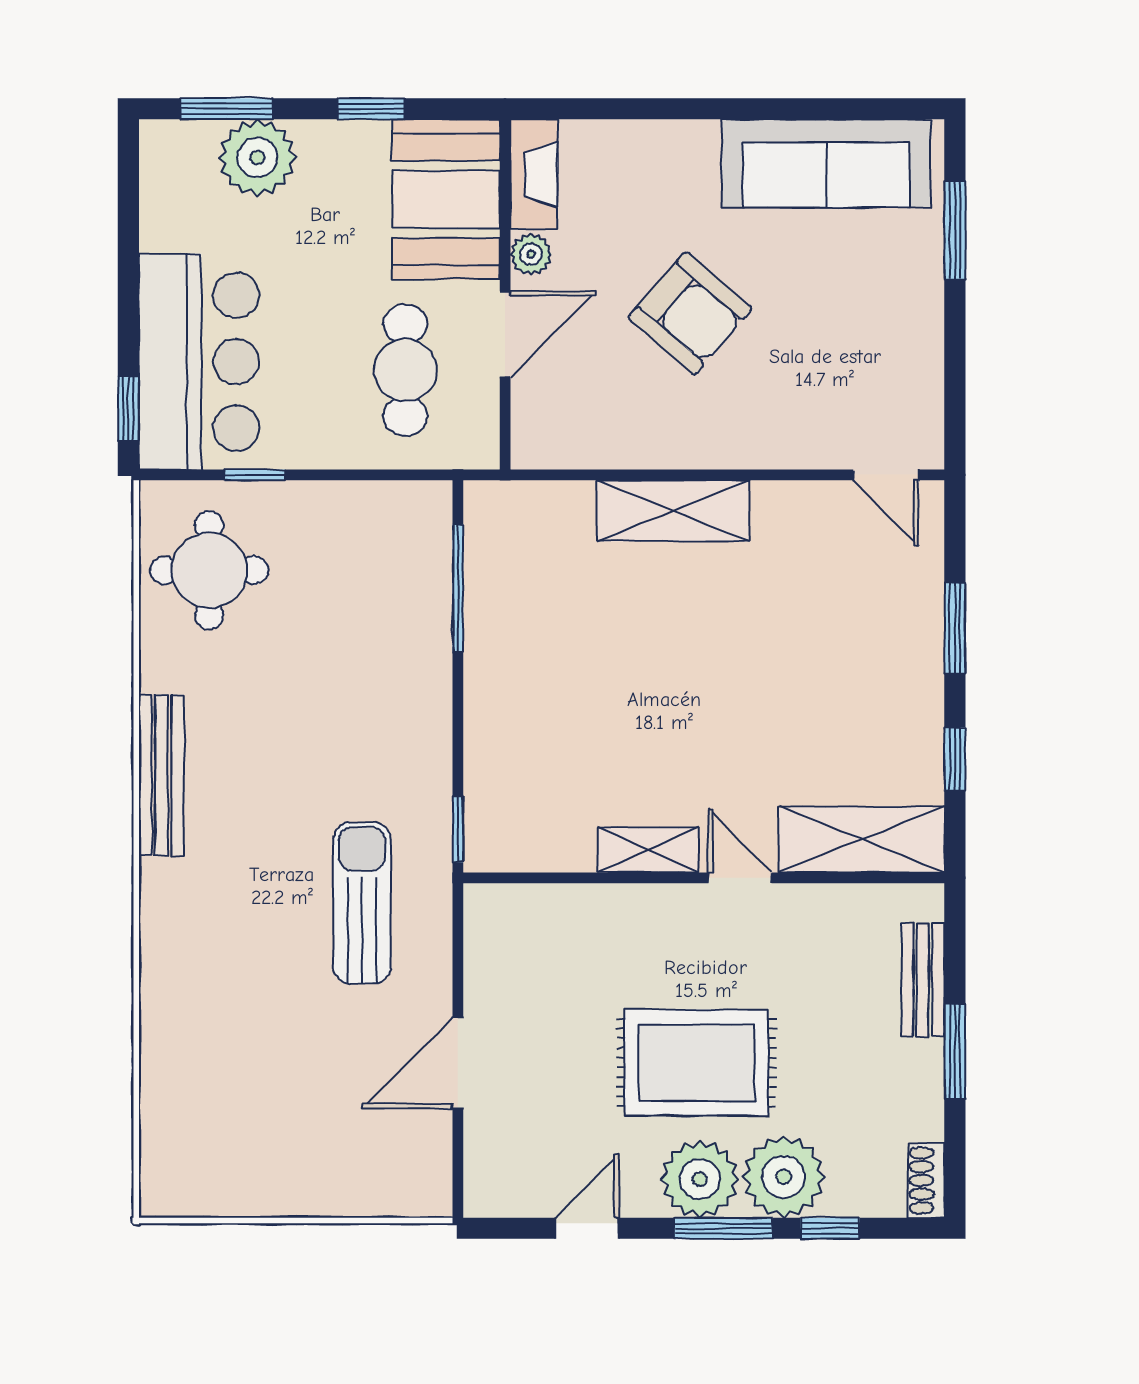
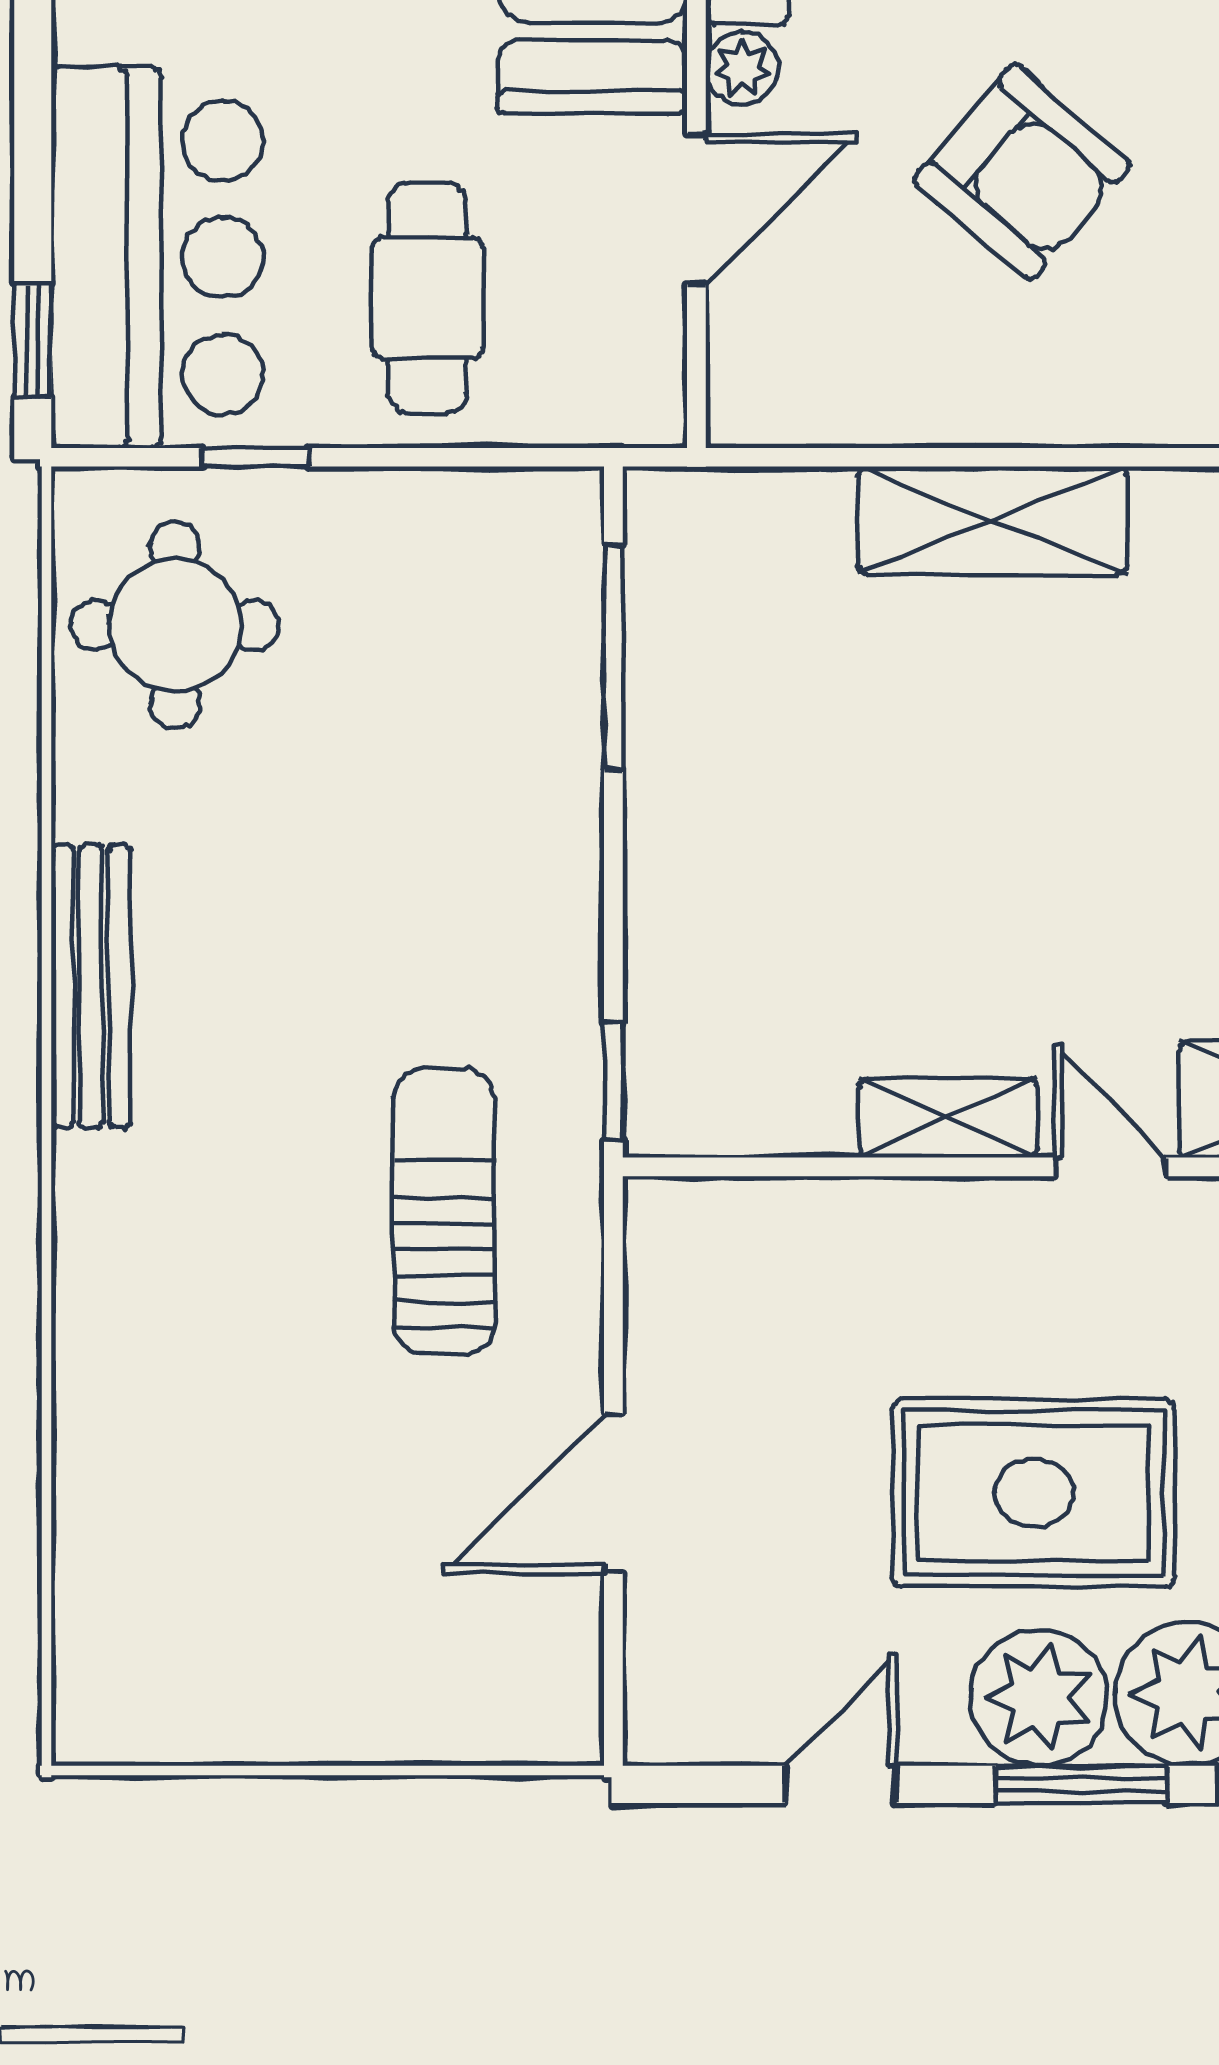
cafe table: (405, 370) -> (427, 298), moved

